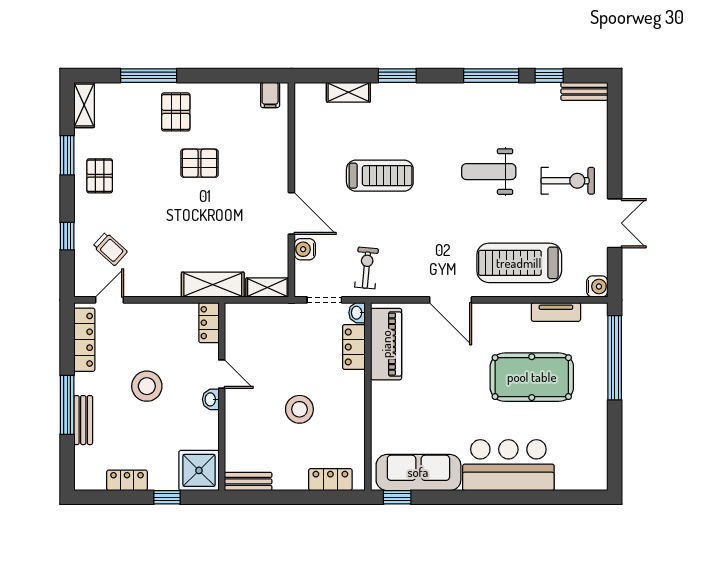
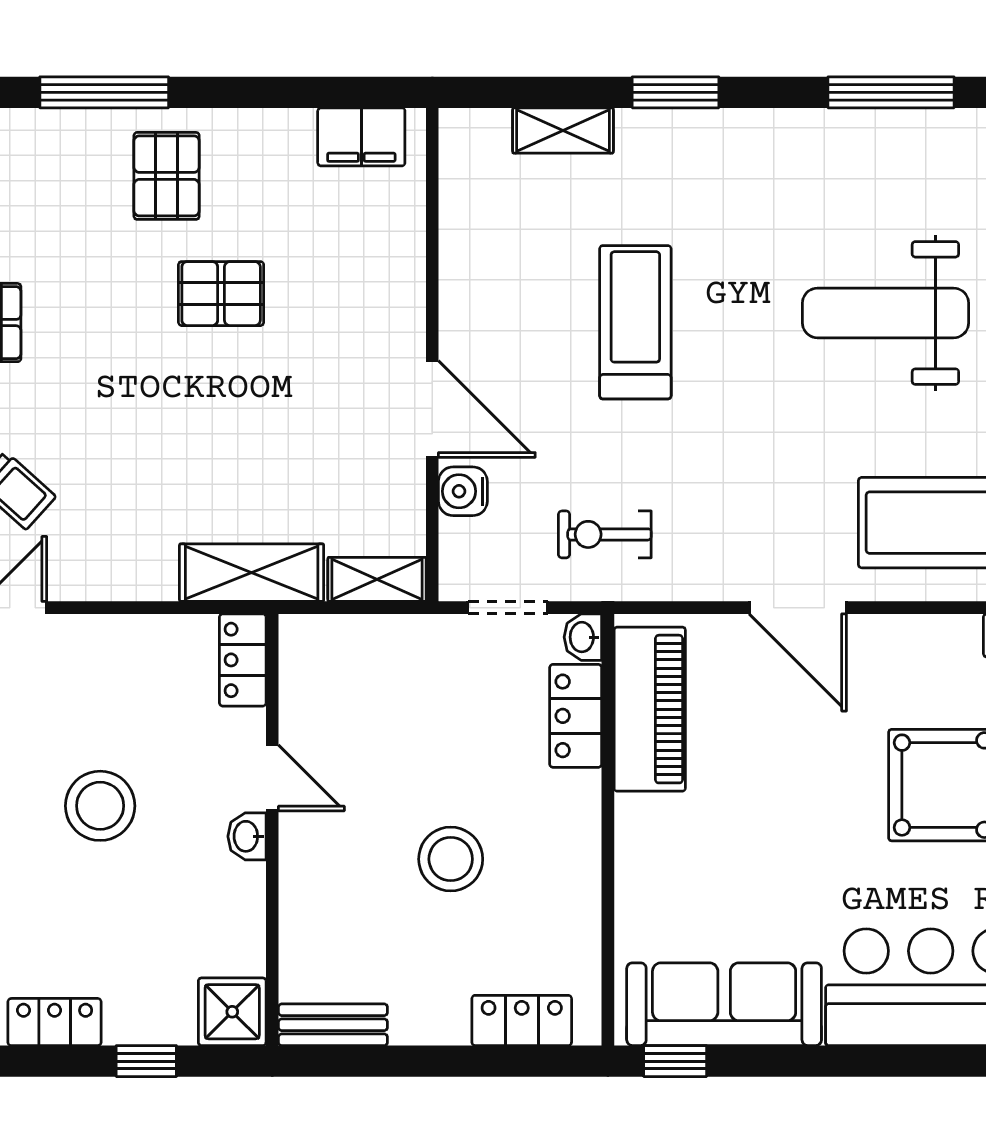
filing cabinet: (270, 95) -> (361, 137), width x2.00
weight bench: (489, 172) -> (886, 313), width x1.36, depth x1.33
treadmill: (380, 176) -> (635, 322), turned -90
exercise bike: (367, 268) -> (605, 534), turned -95
shower: (199, 470) -> (232, 1012), width x0.73, depth x0.73

